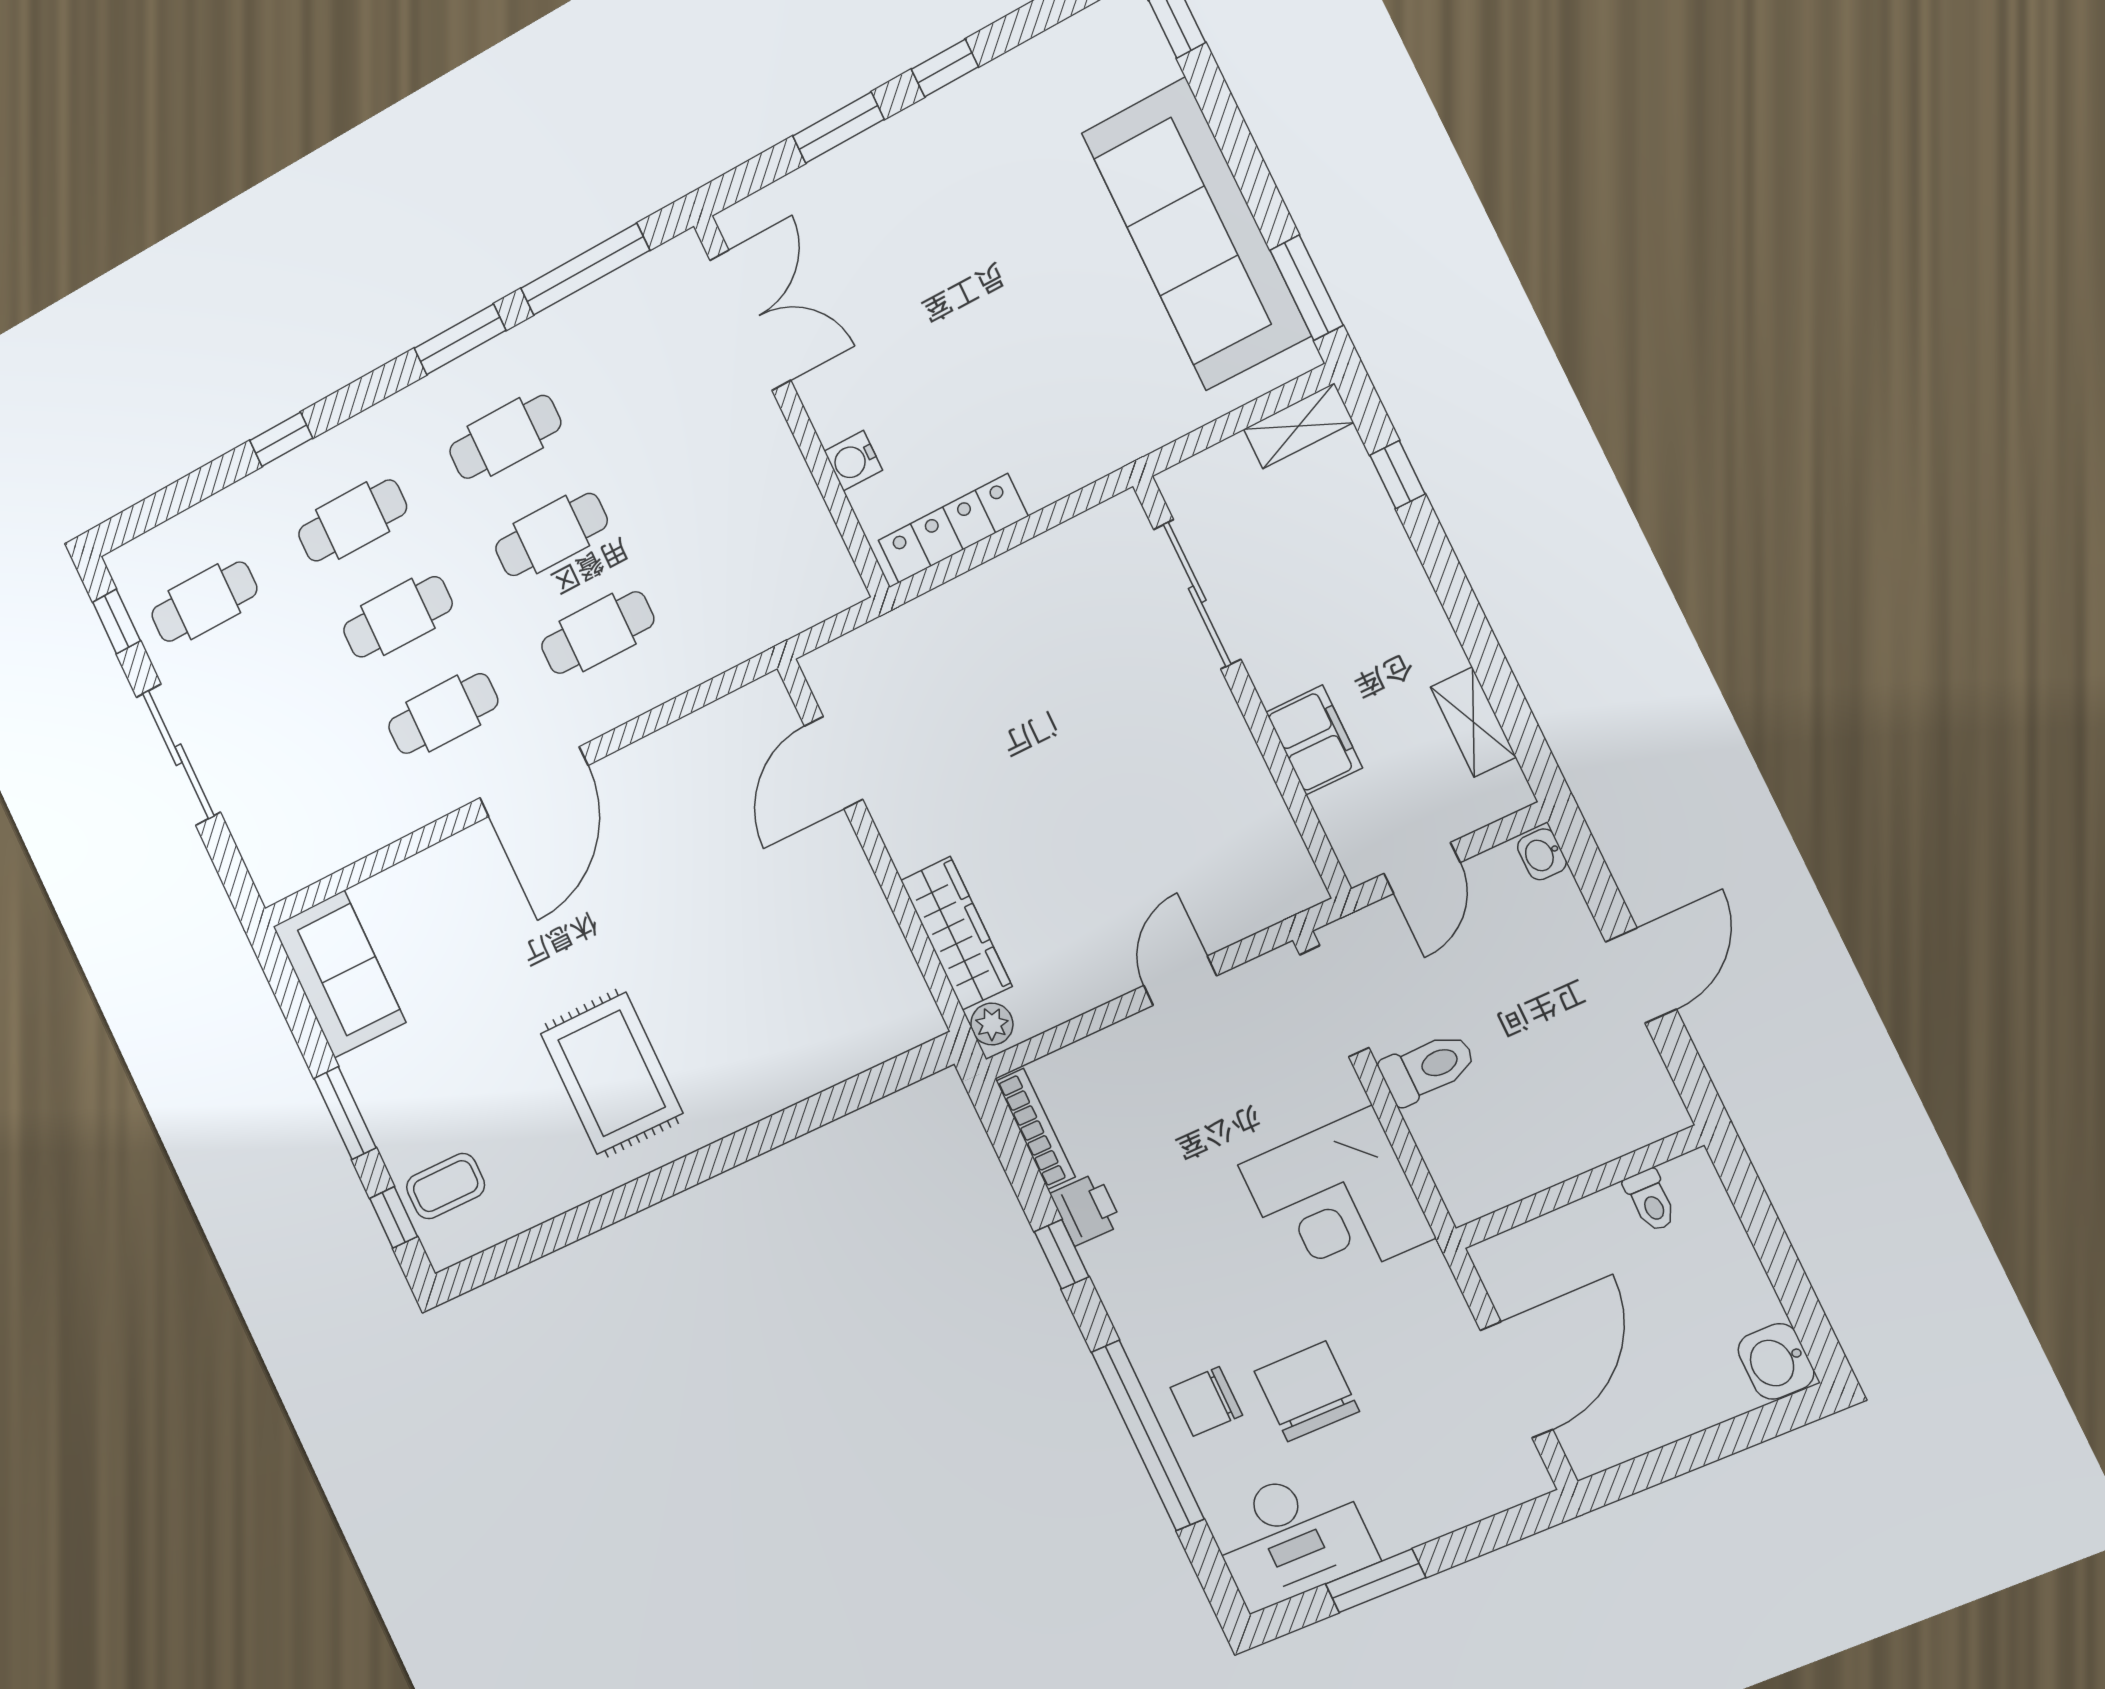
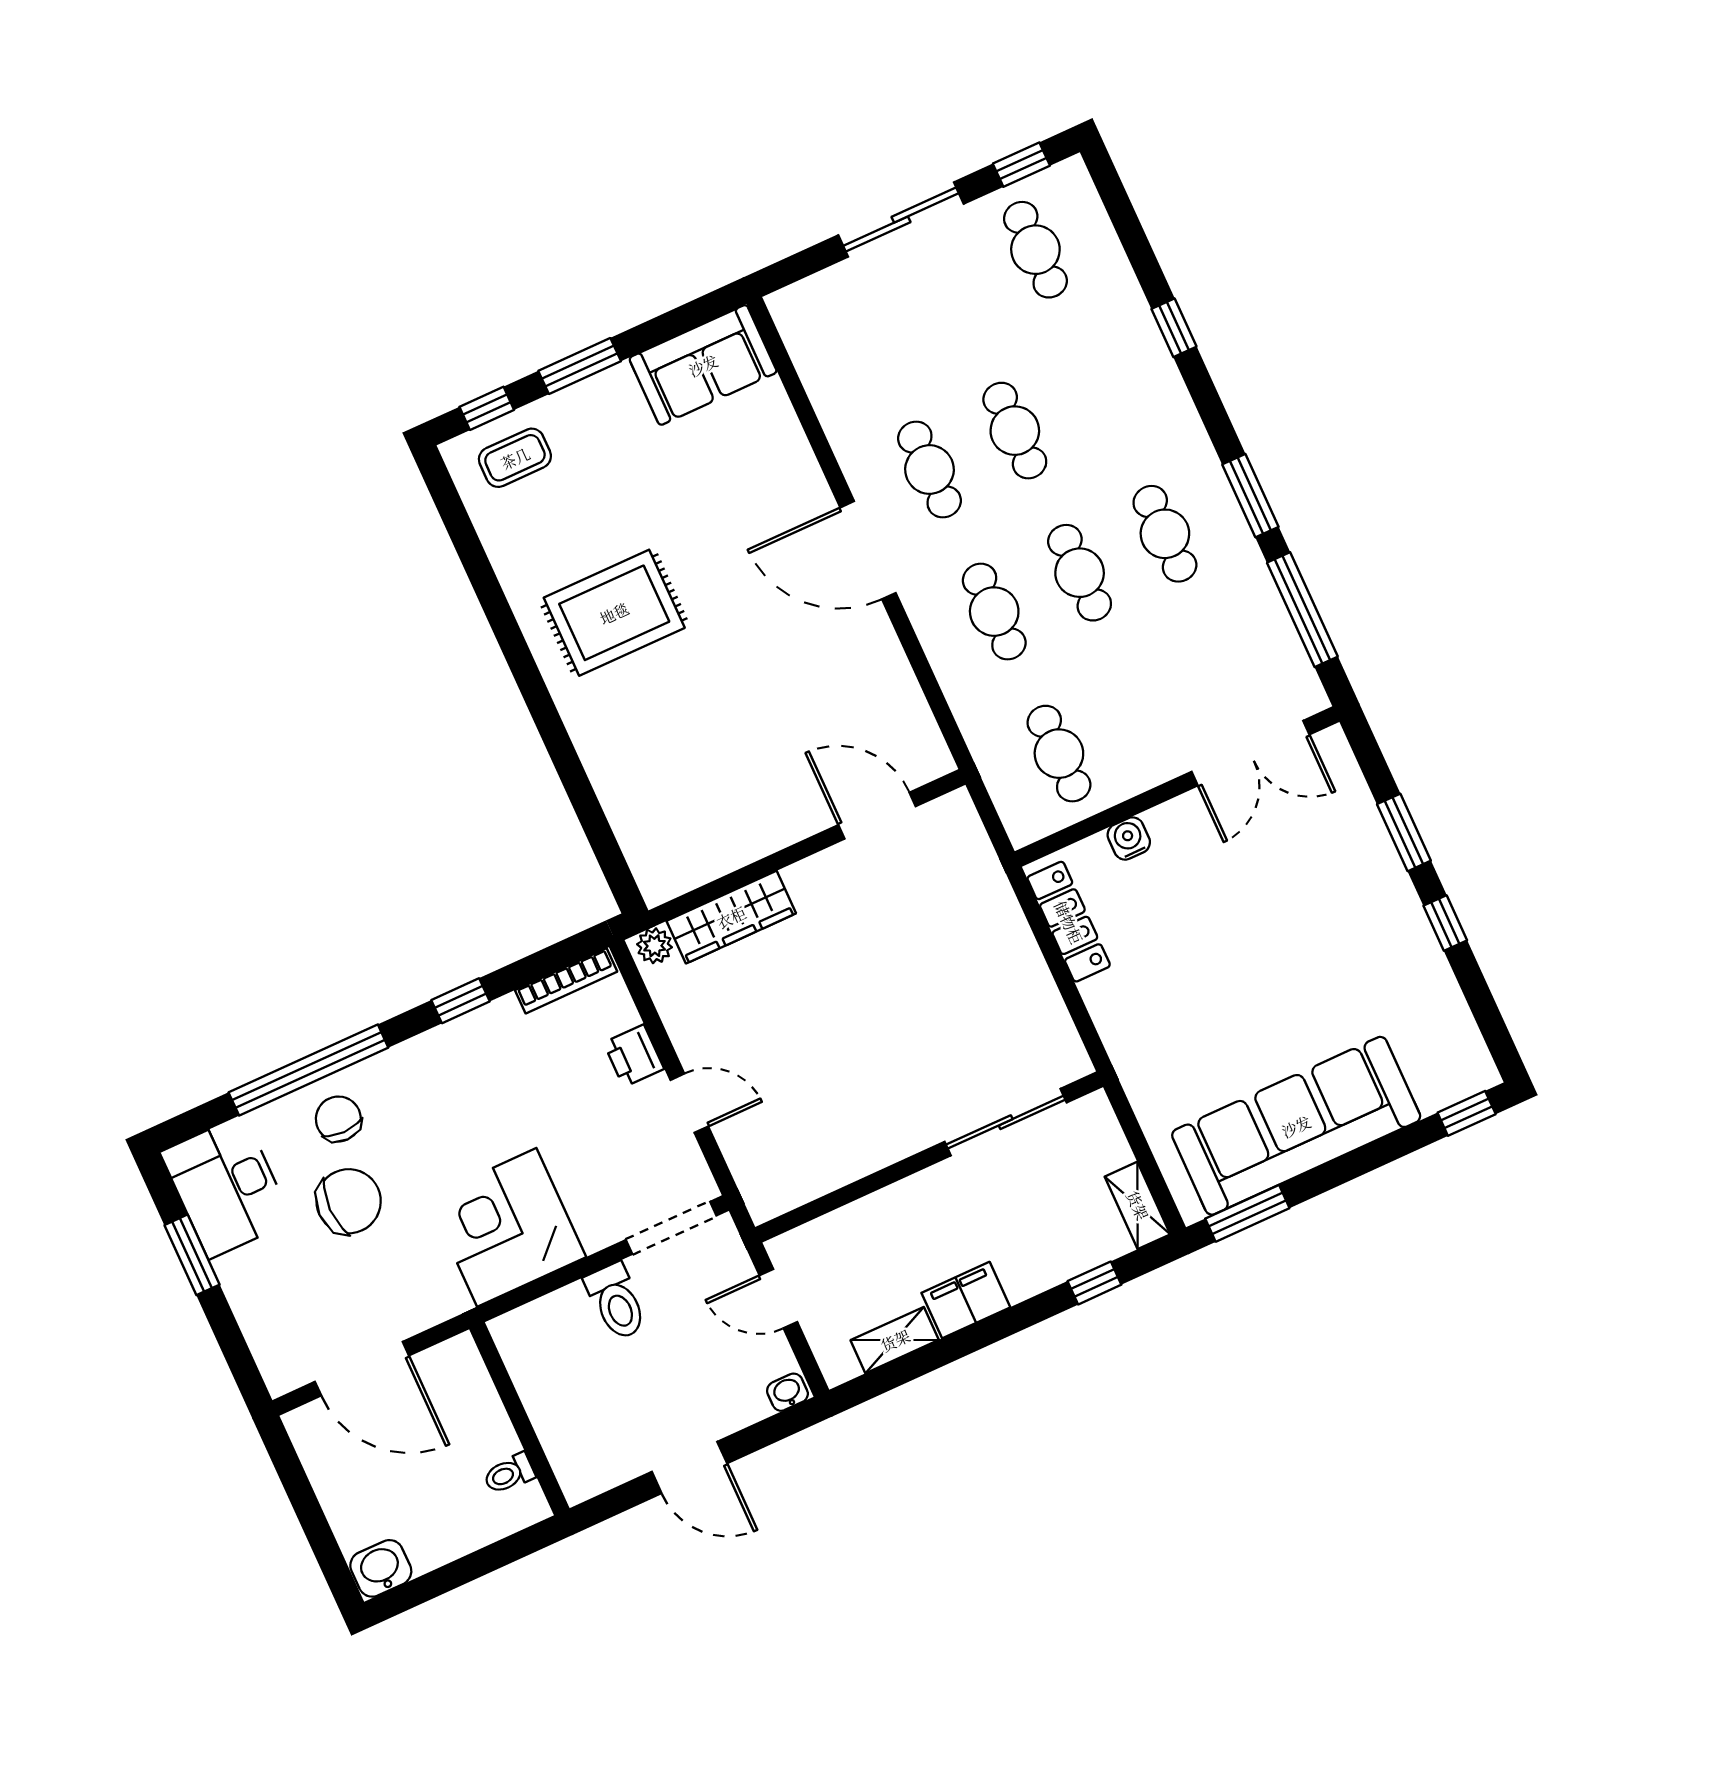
cafe table: (353, 521) -> (1059, 754), moved
filing cabinet: (1314, 740) -> (966, 1300), moved, turned 180
coffee table: (446, 1186) -> (515, 458), turned 90
printer: (1086, 1209) -> (634, 1056), moved, turned 90

